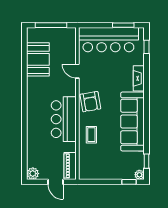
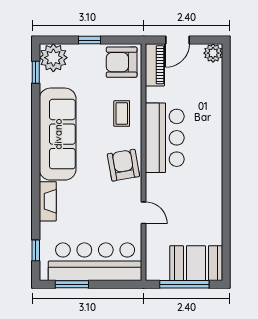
booth: (38, 59) -> (196, 263), moved, turned 90
armchair: (91, 168) -> (122, 62), added
plant: (139, 175) -> (53, 58), width x1.87, depth x1.87
door: (56, 182) -> (178, 40), swing flipped
window: (129, 182) -> (89, 40), moved

